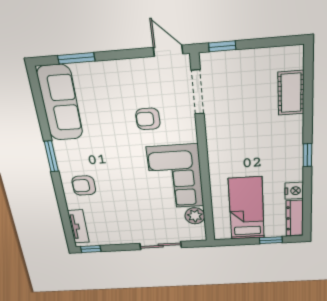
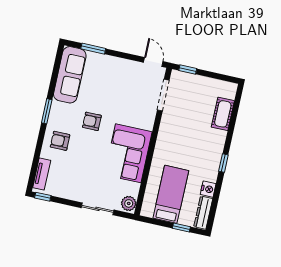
armchair: (148, 119) -> (92, 121), moved
plant: (195, 216) -> (129, 203), moved

